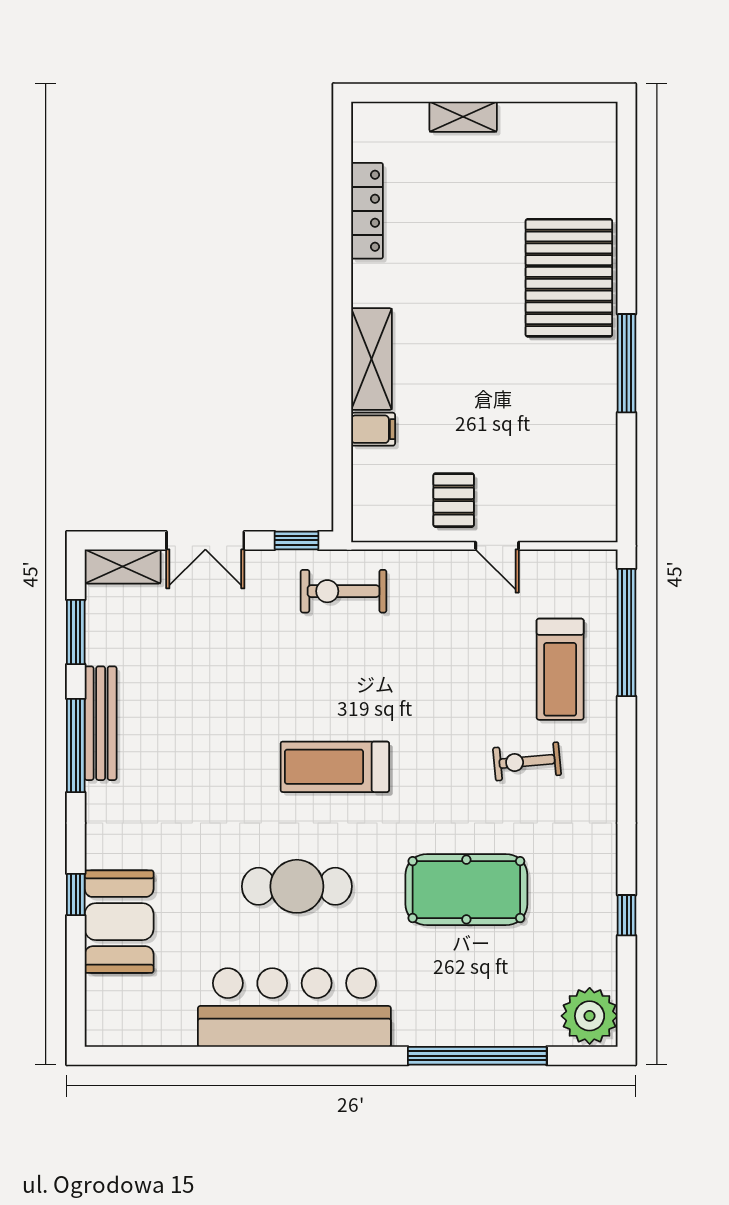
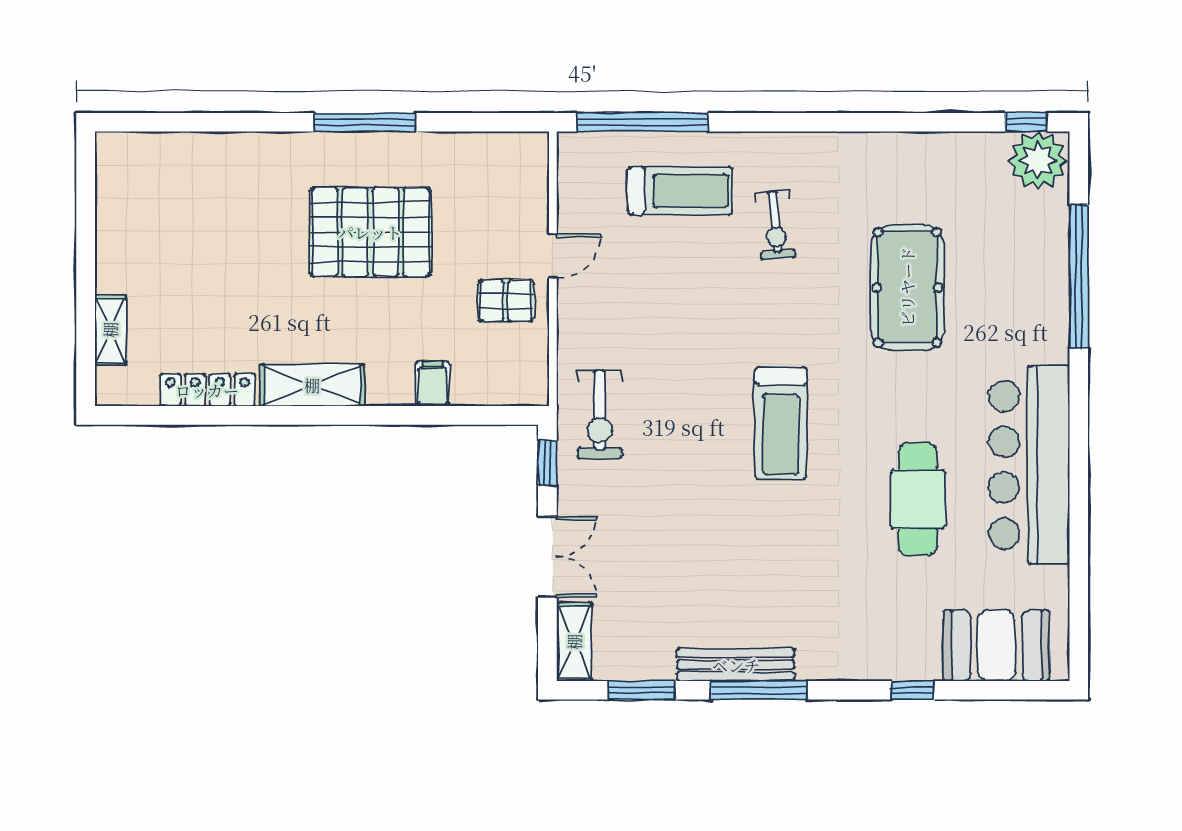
shelving: (463, 117) -> (110, 330), moved
pallet: (569, 278) -> (370, 232), moved
shelving: (372, 359) -> (312, 385), moved
cafe table: (297, 886) -> (918, 499), moved
window: (627, 915) -> (1026, 122), moved
booth: (119, 922) -> (996, 646), moved

